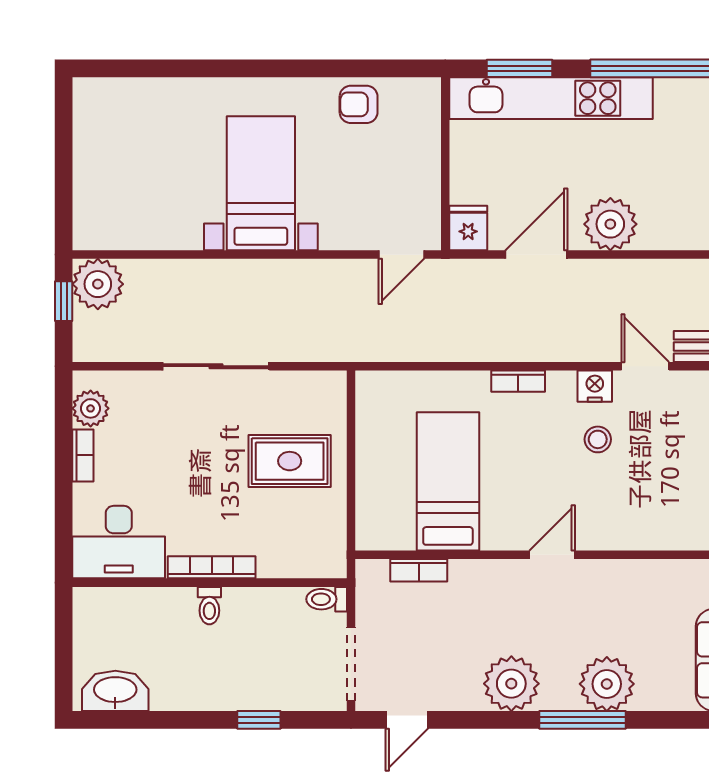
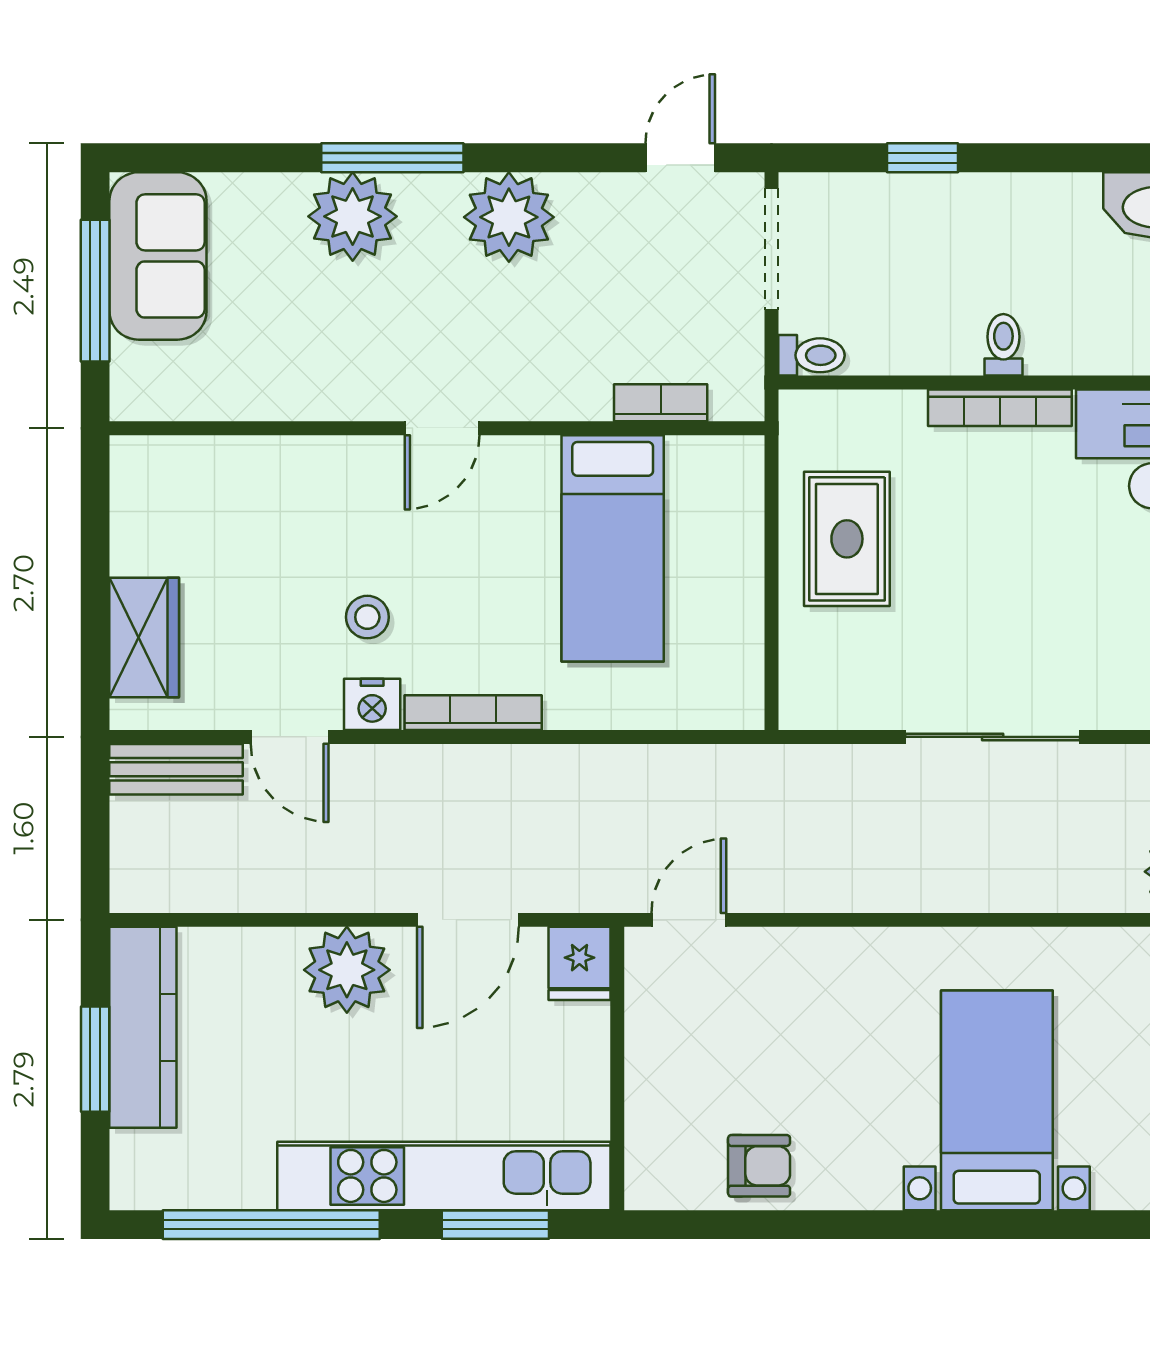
bed with nightstands: (261, 183) -> (997, 1100), moved, turned 180
bookcase: (518, 381) -> (473, 713), width x1.56
rug: (290, 461) -> (847, 539), moved, turned 90

